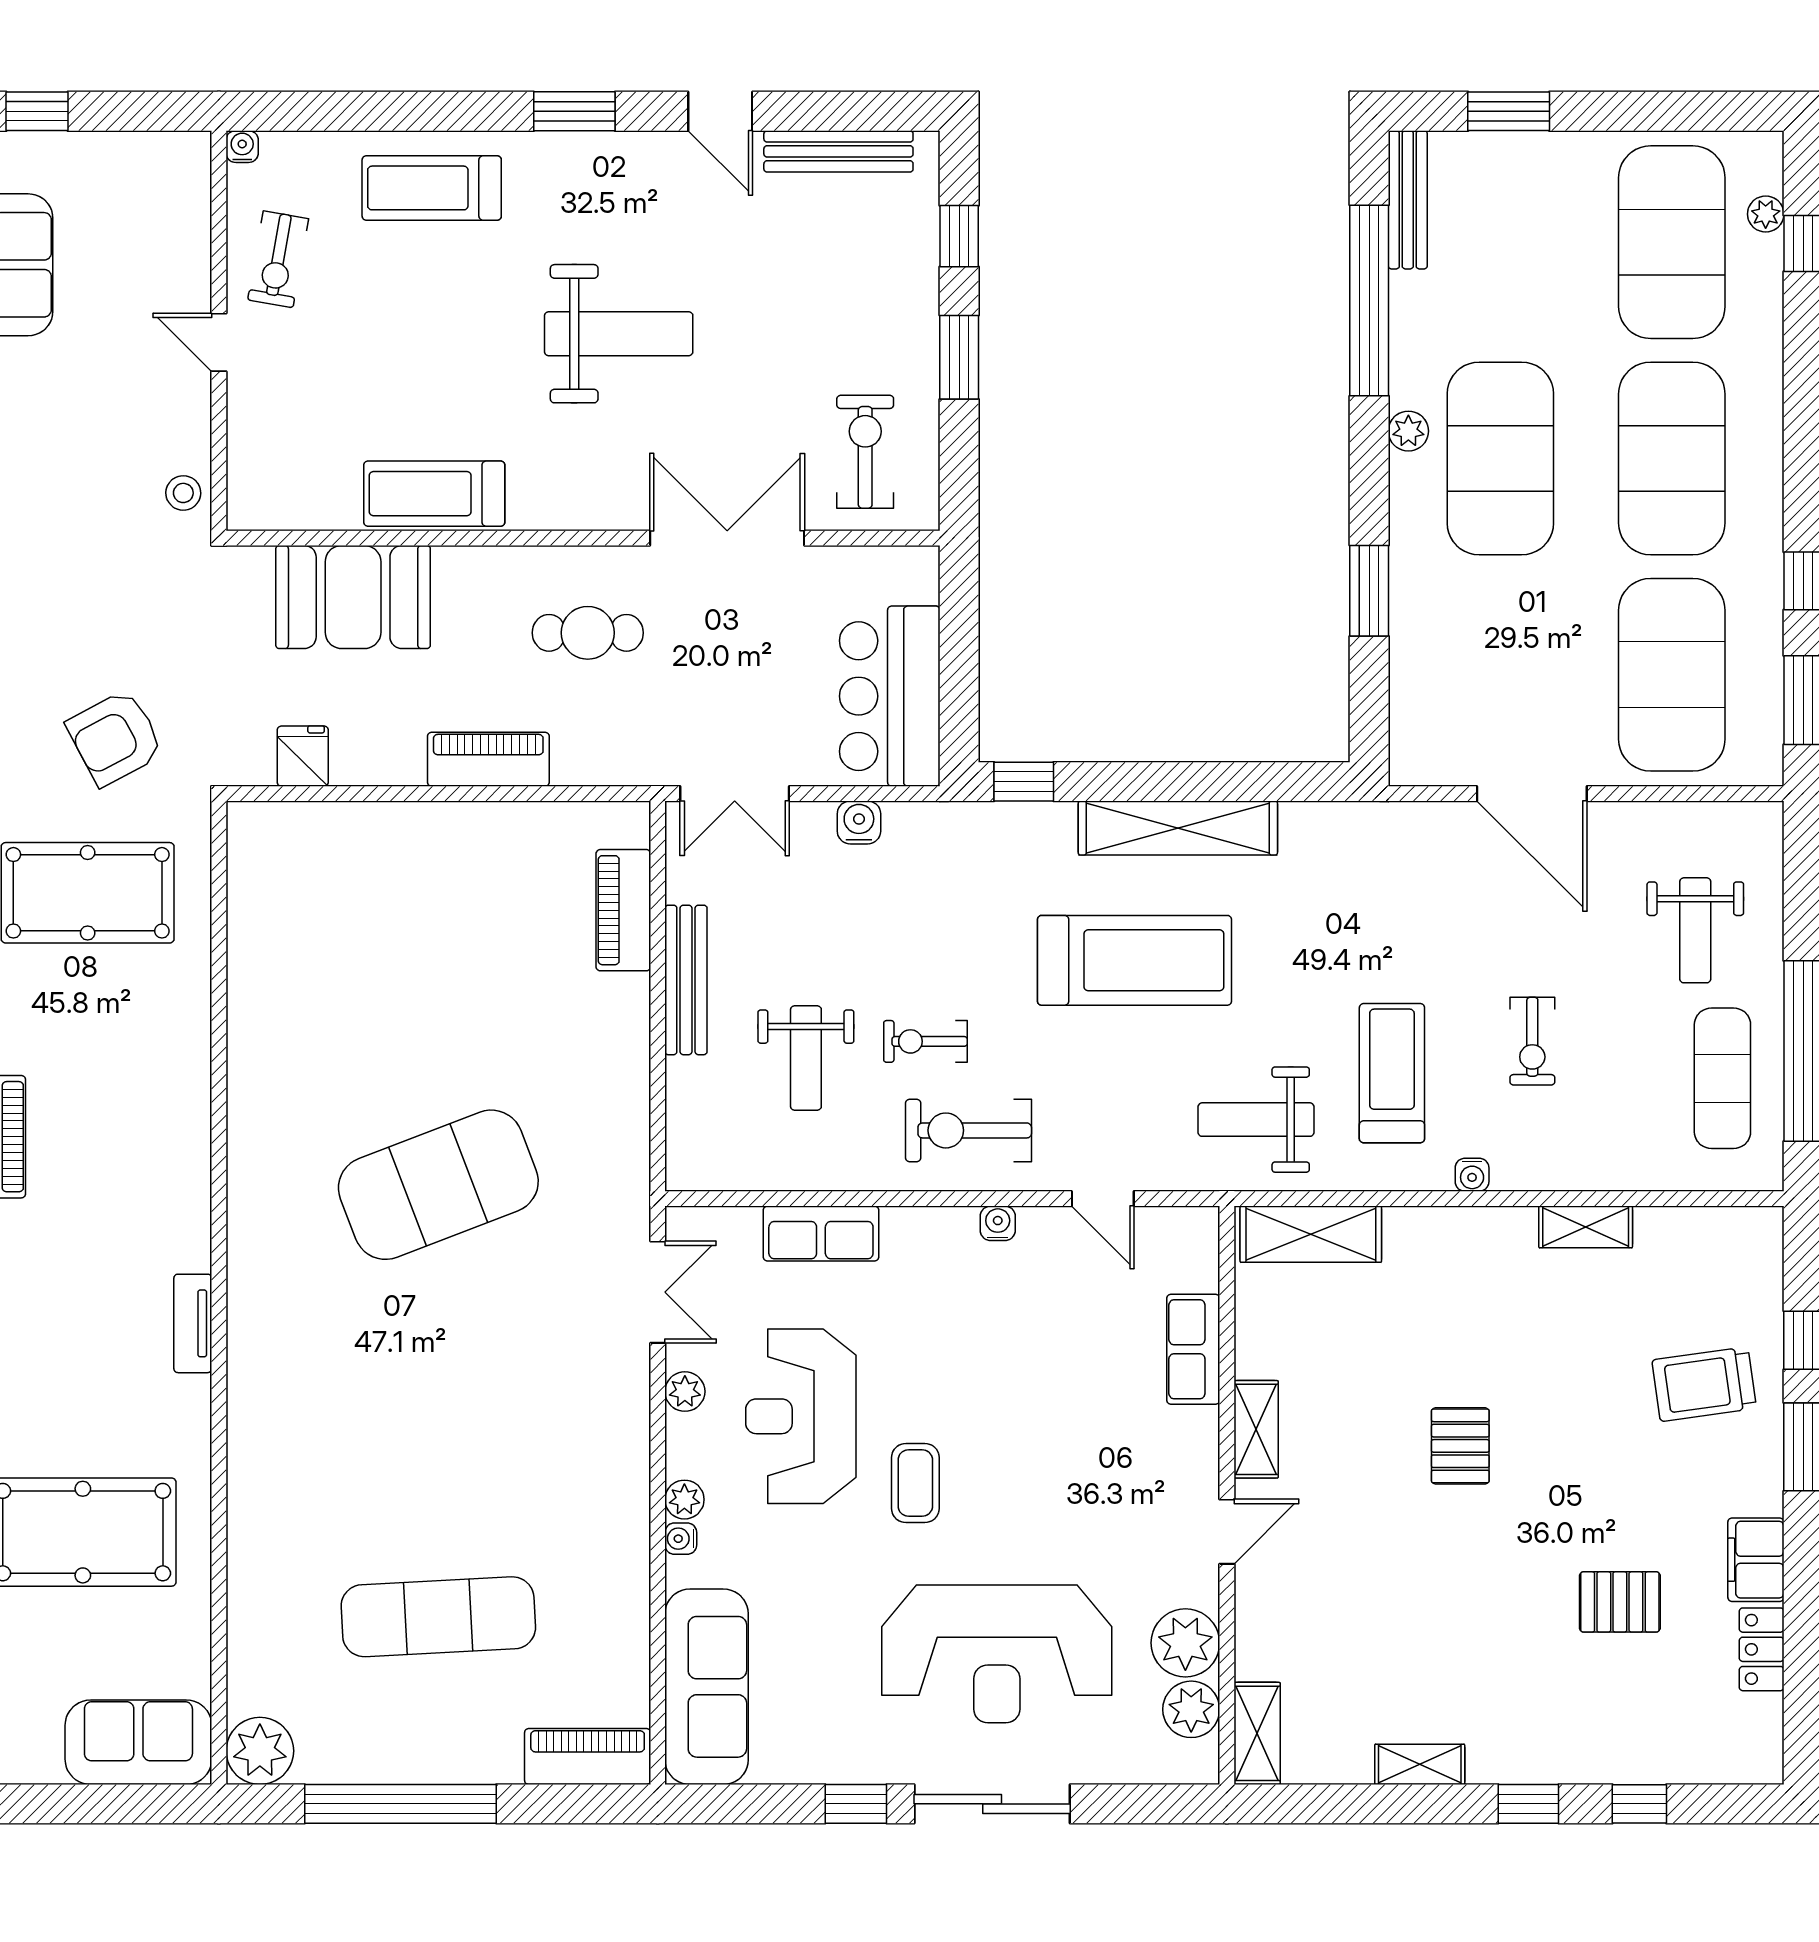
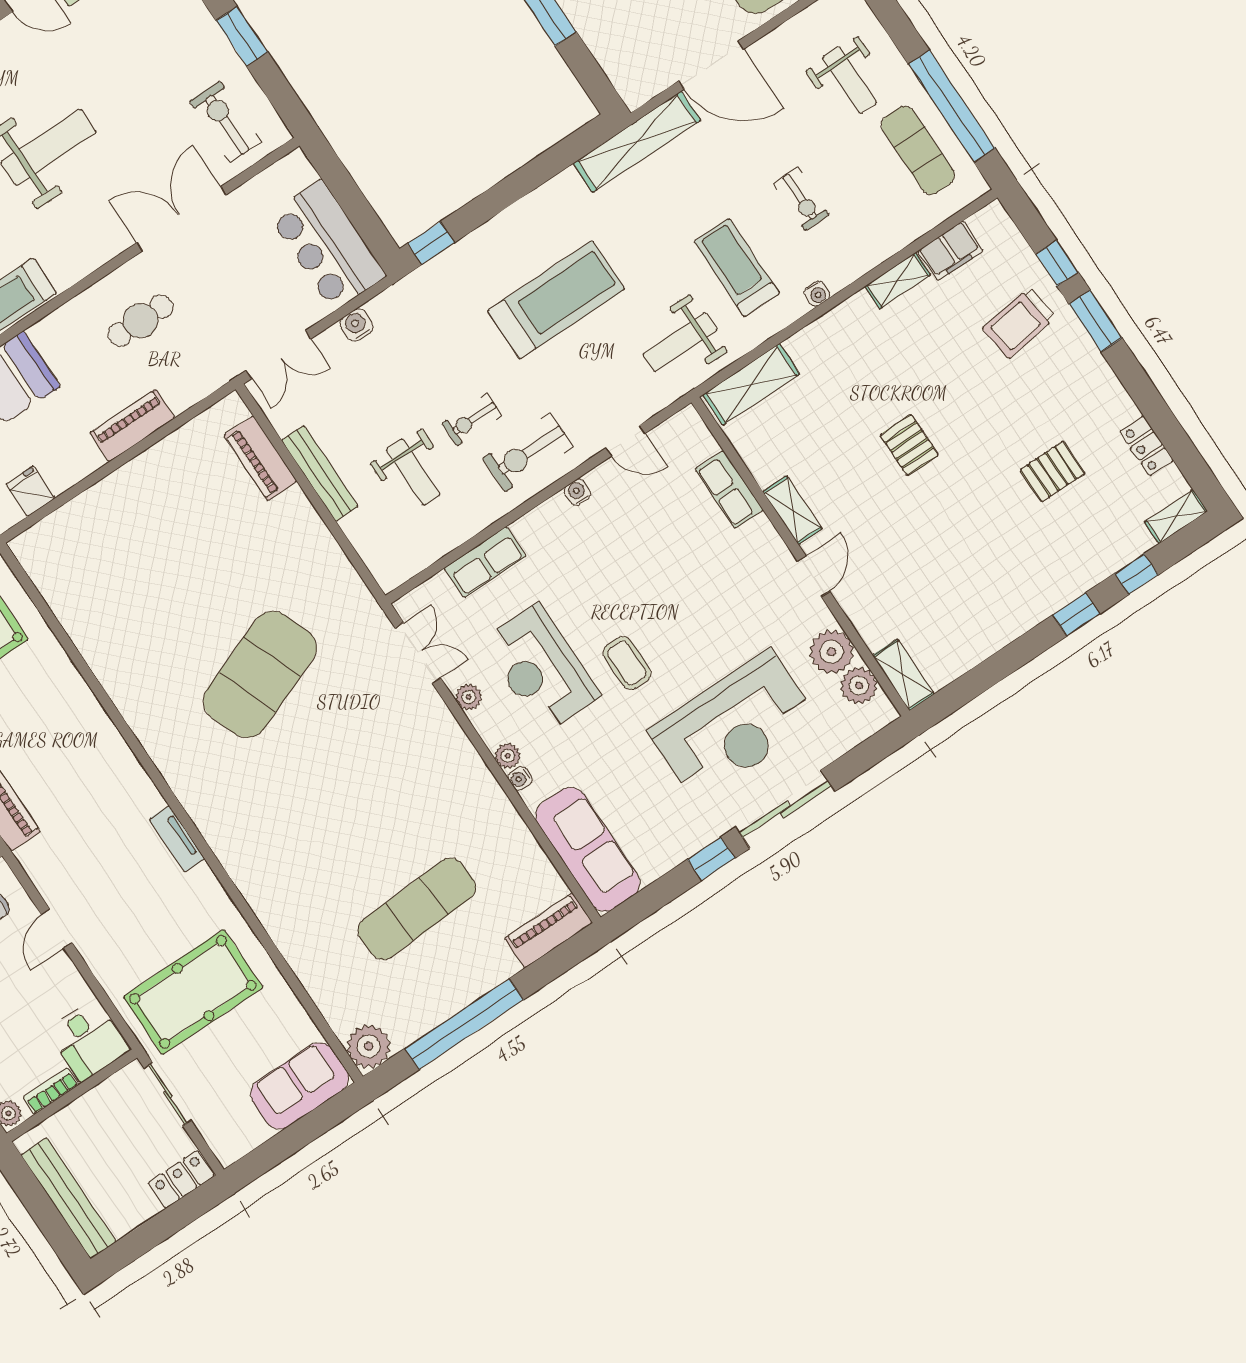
shelving: (1178, 828) -> (637, 142), moved
filing cabinet: (1756, 1560) -> (950, 251), moved, turned -90
shelving: (1420, 1764) -> (1176, 517), moved

